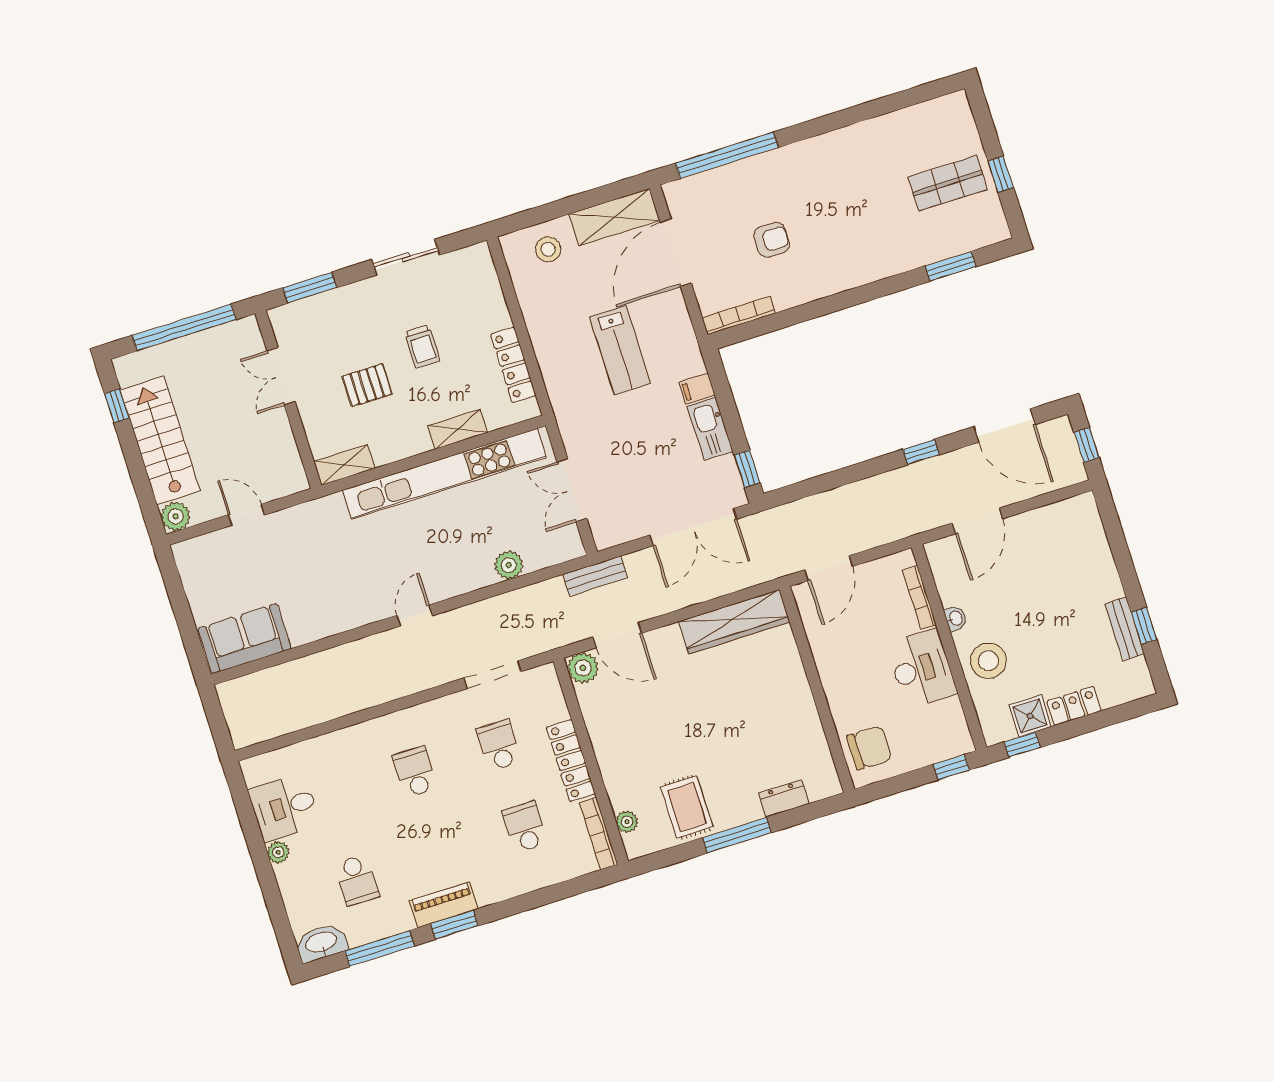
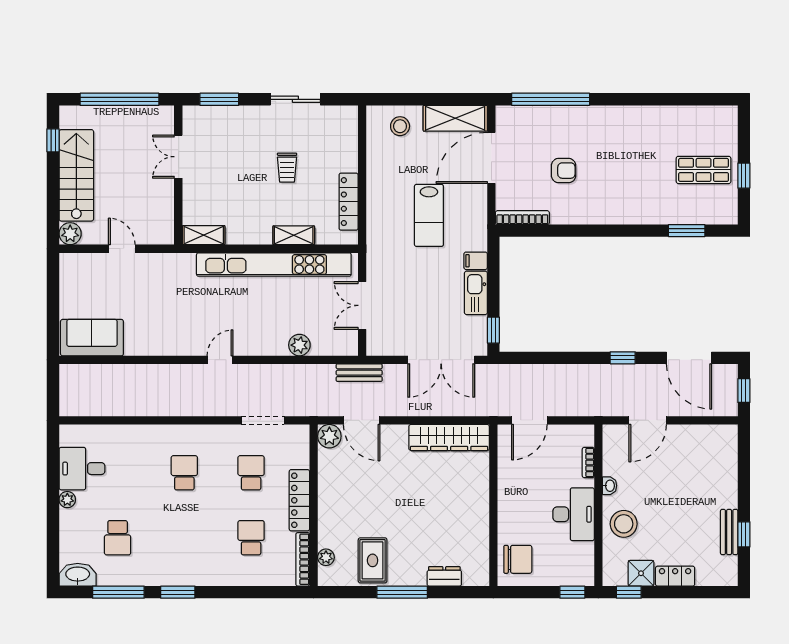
pallet: (367, 385) -> (238, 183), removed
bookcase: (919, 598) -> (588, 463), width x0.64
piano: (444, 905) -> (175, 575), removed

